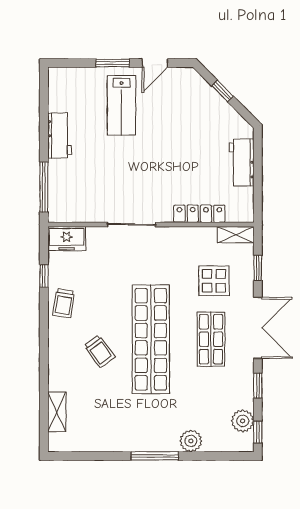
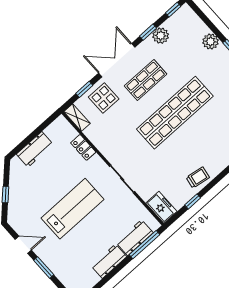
lab bench: (122, 105) -> (72, 209), moved, width x1.36, depth x1.39
workbench: (60, 183) -> (135, 238), added
locker: (199, 214) -> (83, 147), width x0.66
display table: (214, 281) -> (104, 98), moved
trolley: (100, 351) -> (206, 135), removed
plant: (243, 421) -> (161, 36), moved

